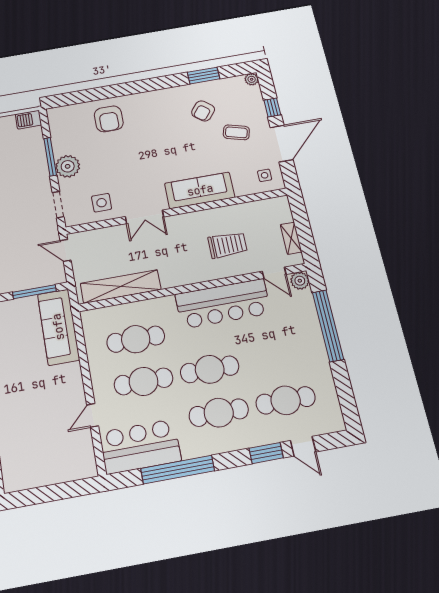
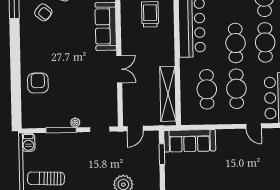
armchair: (109, 119) -> (38, 83), turned -90
plant: (68, 166) -> (75, 123), width x0.53, depth x0.53
side table: (102, 203) -> (103, 98), removed
window: (34, 292) -> (162, 154), width x0.69

